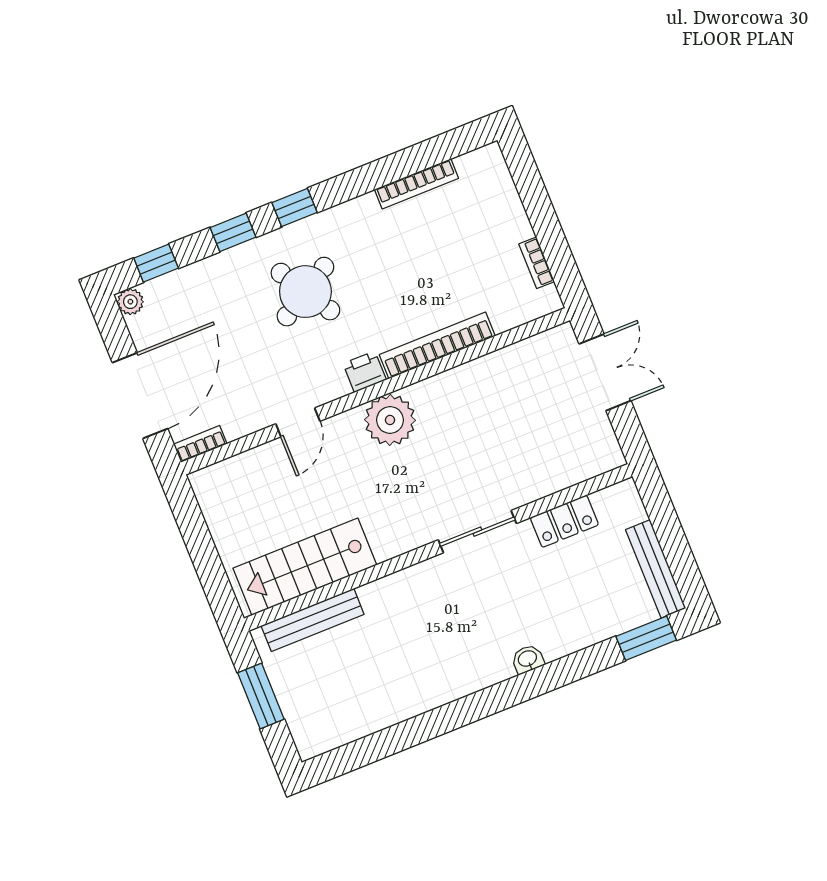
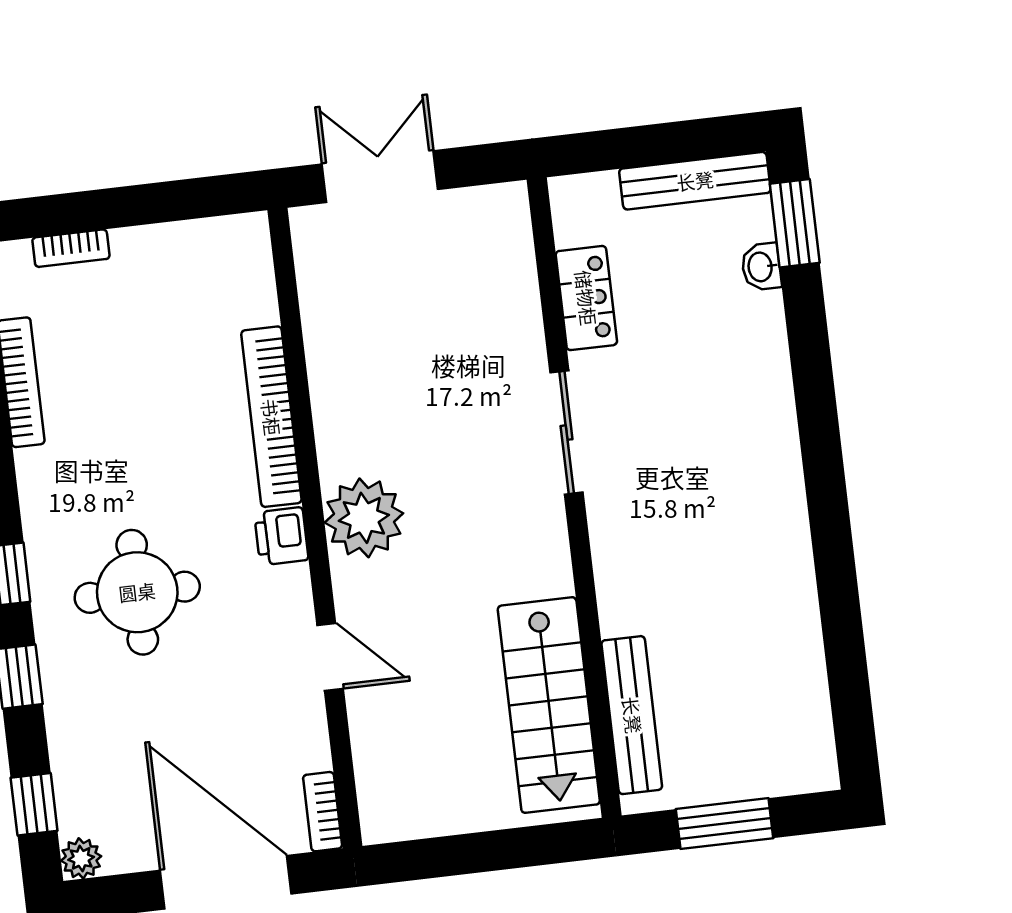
bookcase: (537, 263) -> (71, 248), moved
round table: (305, 292) -> (137, 592), turned 31
washbasin: (528, 659) -> (761, 267), moved

